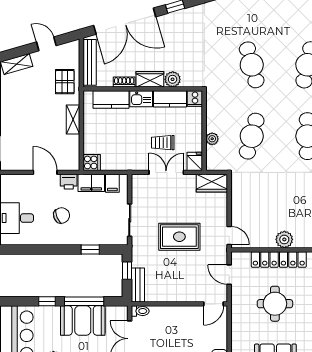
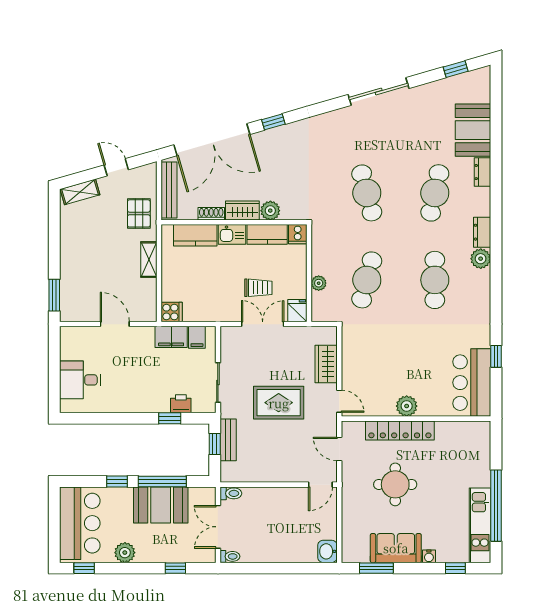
trolley: (163, 143) -> (258, 288), turned 180
printer: (69, 182) -> (181, 404), moved, turned 180
wardrobe: (212, 183) -> (326, 364), moved, turned 90
chair: (62, 215) -> (135, 377), removed
bench: (138, 285) -> (228, 440), moved

